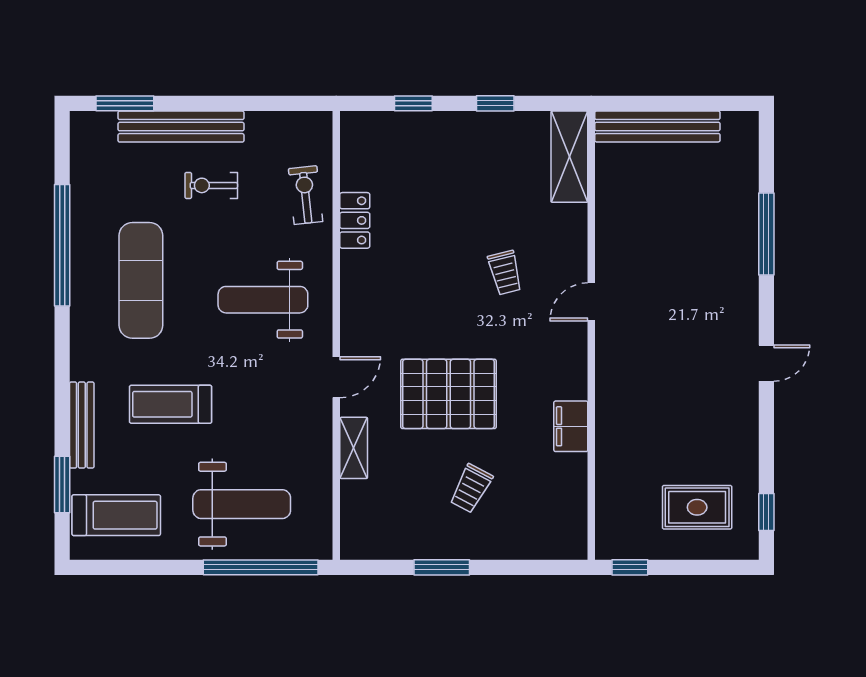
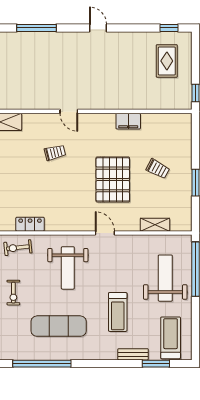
bench: (82, 425) -> (133, 354), width x0.73
shelving: (354, 448) -> (155, 225), moved

